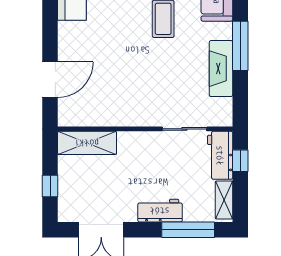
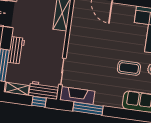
window: (240, 46) -> (88, 109), moved
fireplace: (221, 69) -> (77, 95), moved

